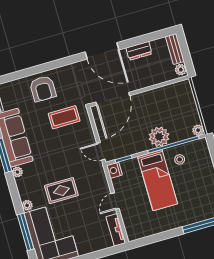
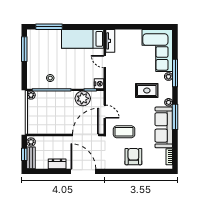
window: (185, 51) -> (24, 154), added
plant: (159, 137) -> (83, 98), moved
door: (101, 151) -> (105, 112), moved
bed: (157, 180) -> (83, 39), moved, turned -90
rug: (61, 191) -> (147, 90), moved
door: (115, 201) -> (105, 62), swing flipped
window: (26, 232) -> (175, 73), moved

